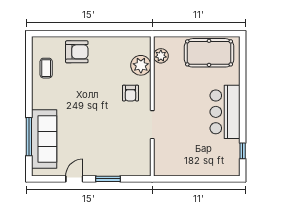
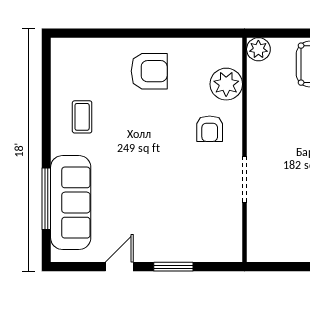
armchair: (77, 52) -> (149, 71), moved
plant: (161, 56) -> (258, 49), moved
coffee table: (46, 68) -> (82, 117), moved

